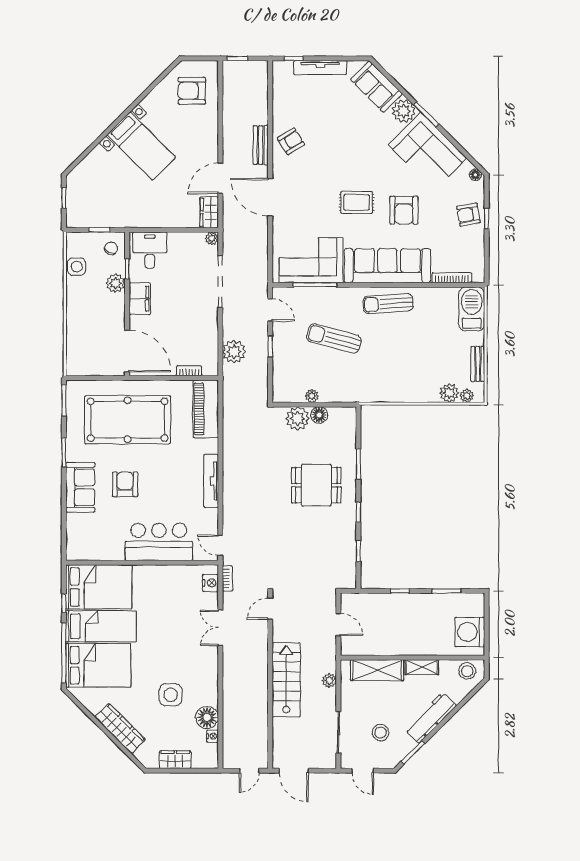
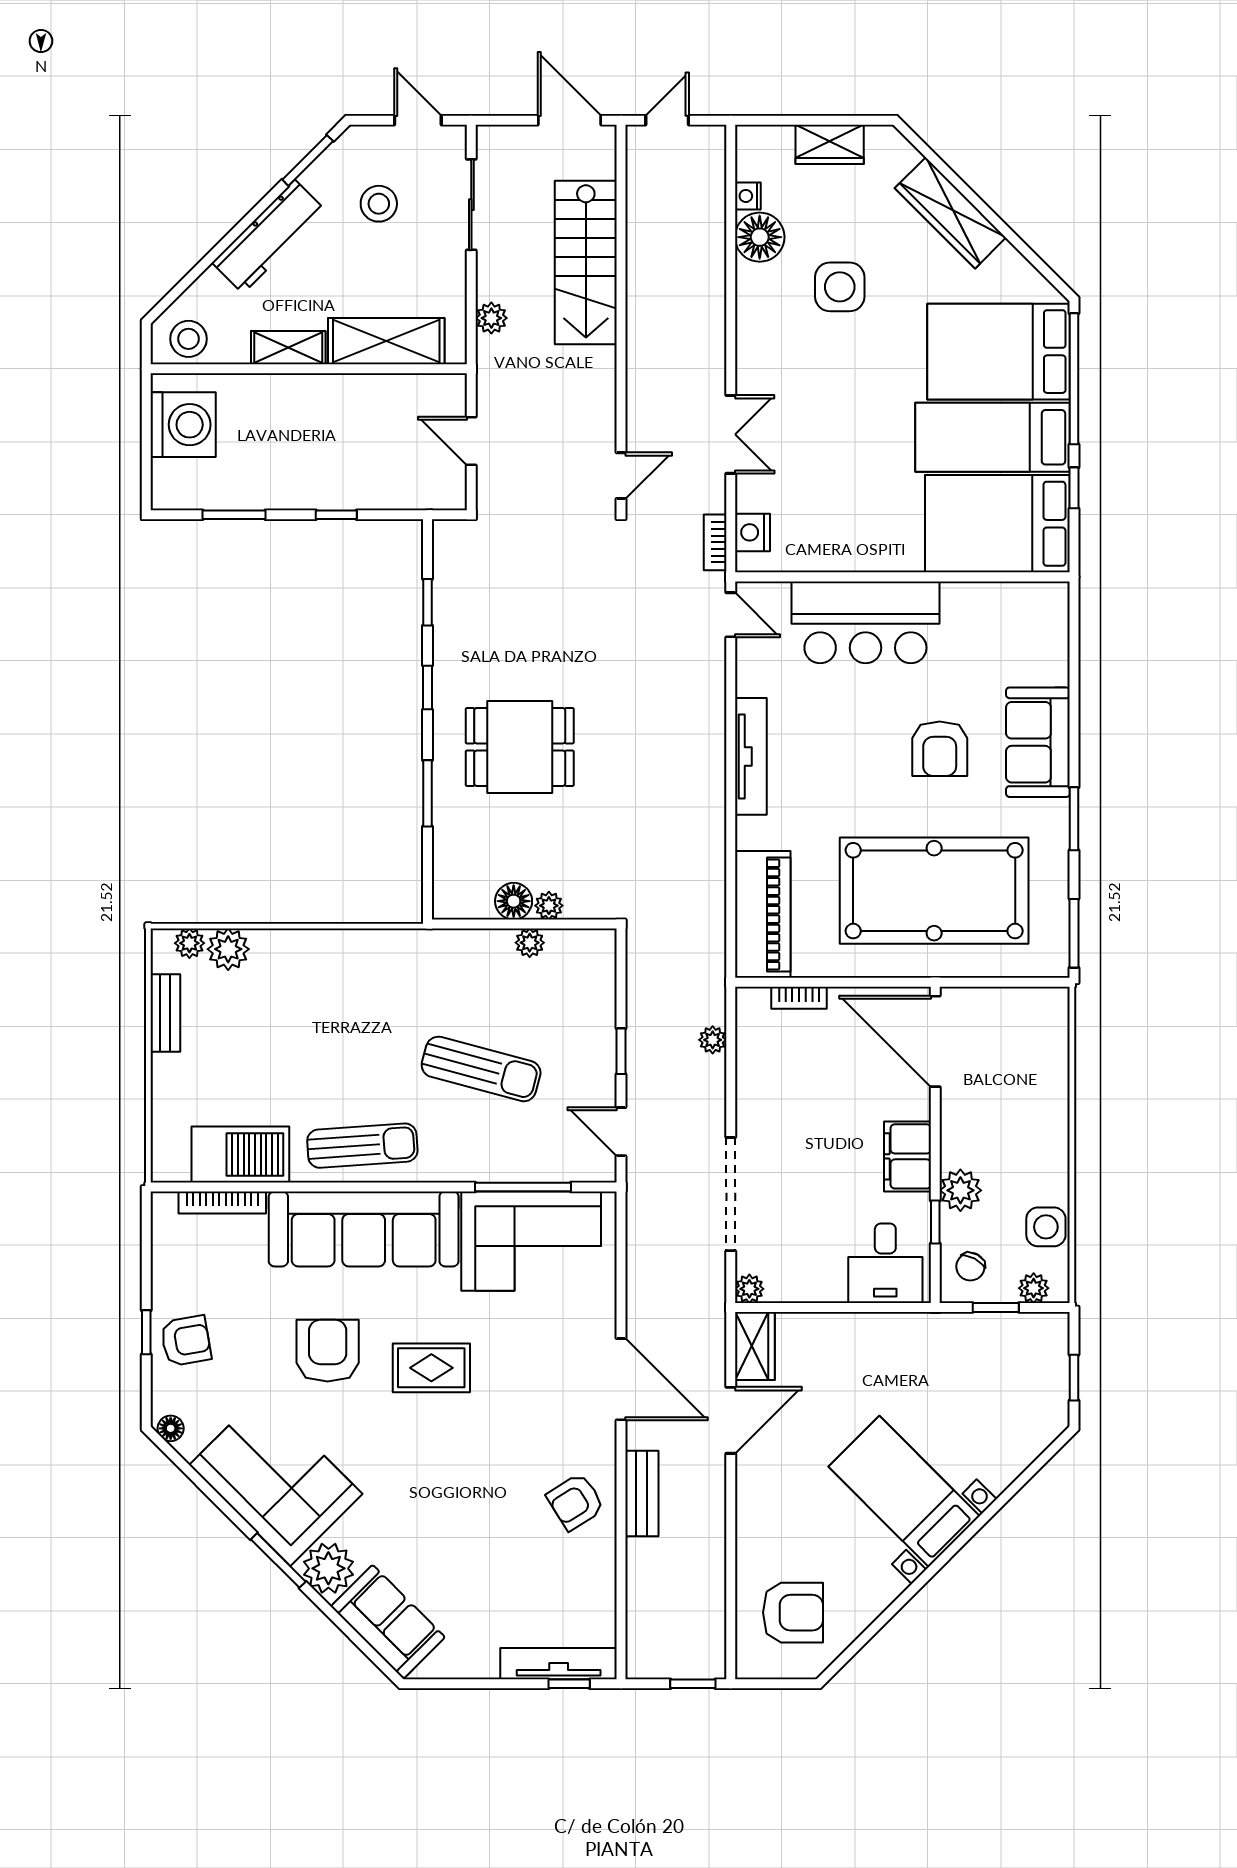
tv unit: (320, 68) -> (559, 1664), moved
plant: (82, 239) -> (1034, 1288), added
barbecue: (472, 309) -> (240, 1154), moved, turned -90
plant: (234, 352) -> (713, 1040), width x0.53, depth x0.53
plant: (298, 418) -> (549, 906), width x0.53, depth x0.53
stairs: (286, 680) -> (586, 262), moved

